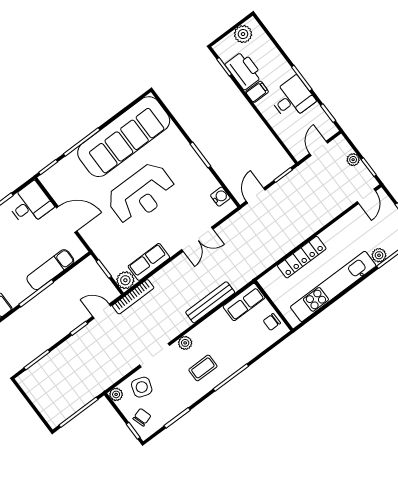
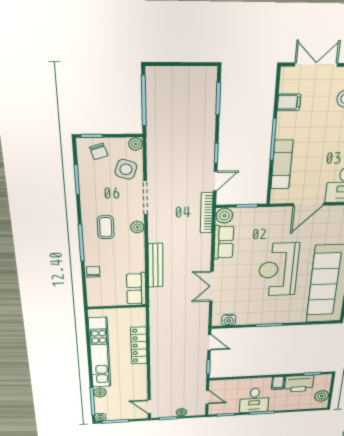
chair: (272, 322) -> (93, 272), moved

